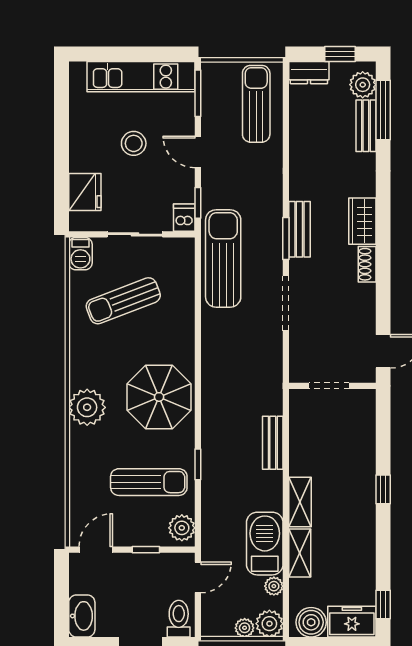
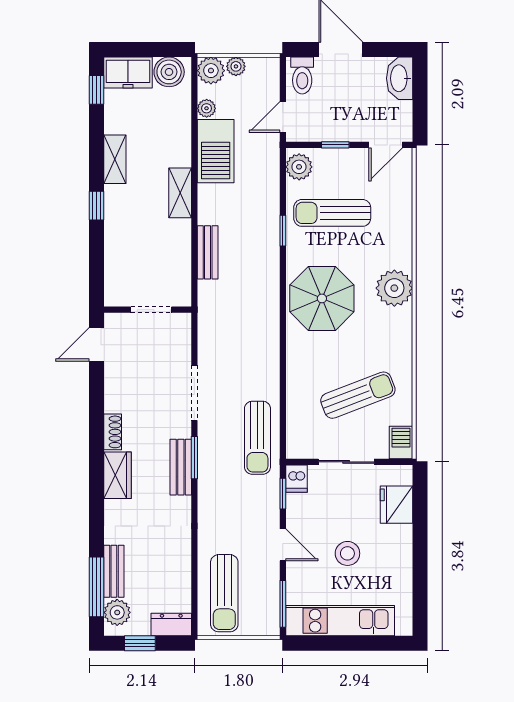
sun lounger: (223, 258) -> (257, 438), width x0.73, depth x0.75
shelving: (300, 553) -> (115, 159), moved

